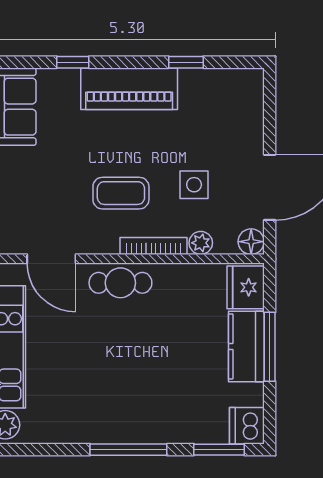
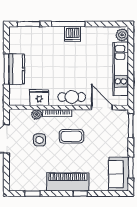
window: (73, 62) -> (80, 194), moved
window: (186, 62) -> (32, 194), moved
floor lamp: (251, 242) -> (14, 115), removed
fridge: (246, 287) -> (39, 98), moved, turned -90
dishwasher: (247, 426) -> (73, 34), moved, turned 90

